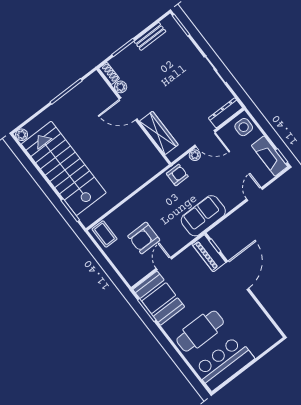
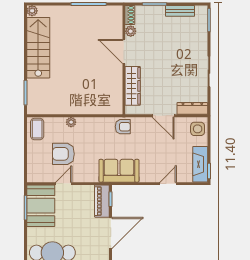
plant: (195, 155) -> (71, 122), moved
stairs: (64, 168) -> (38, 48), width x0.73, depth x0.66

